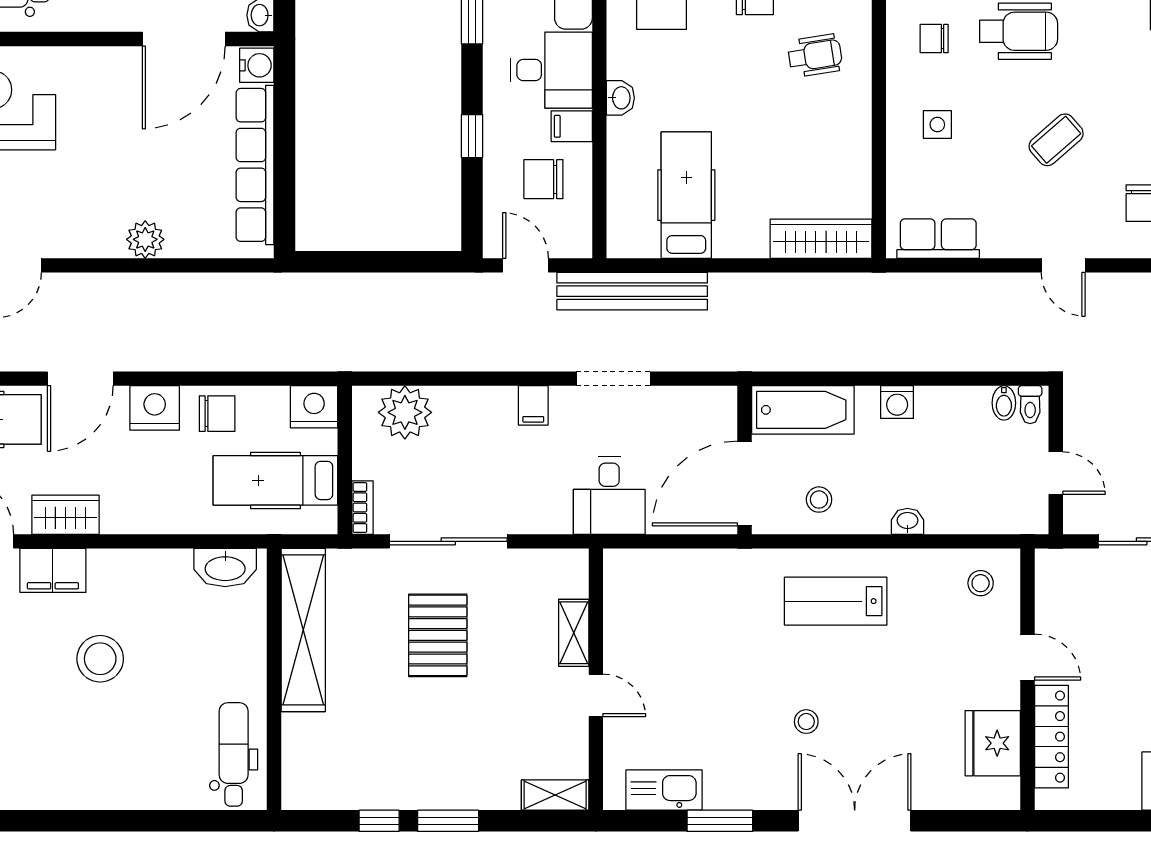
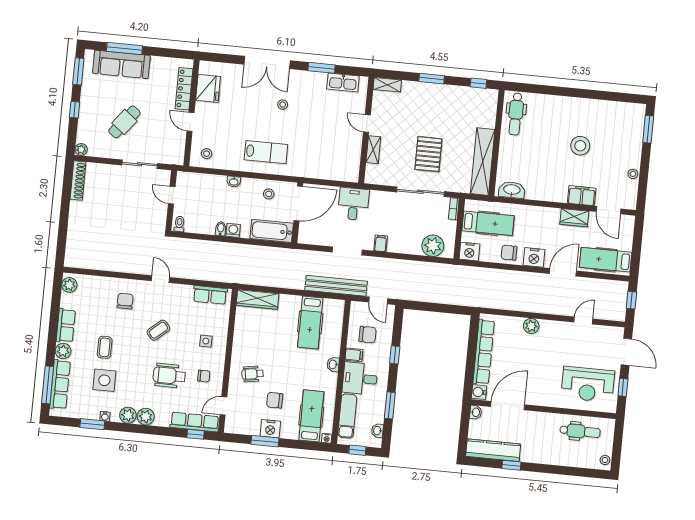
bidet: (1004, 403) -> (221, 229), moved
stool: (100, 659) -> (580, 146), moved
window: (379, 821) -> (478, 83), moved

